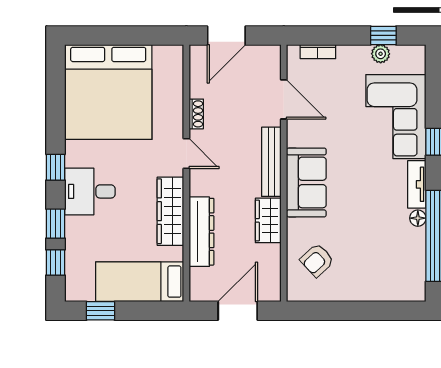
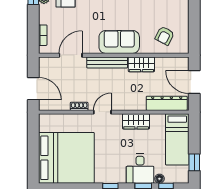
desk: (90, 191) -> (140, 169), moved
wardrobe: (170, 211) -> (136, 121), width x0.67
dresser: (201, 232) -> (167, 103), moved
floor lamp: (73, 251) -> (159, 179), added
armchair: (317, 260) -> (165, 36), turned 71

